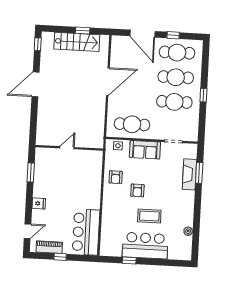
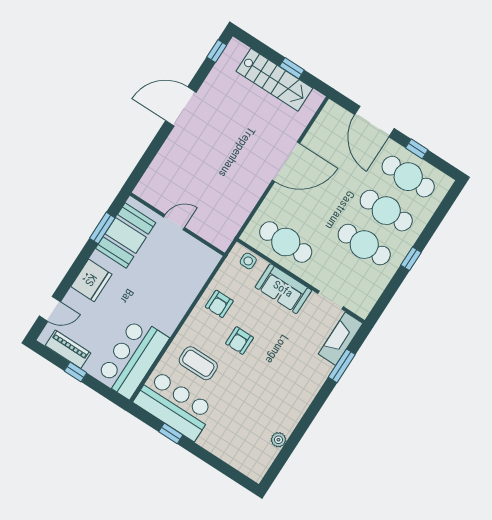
booth: (45, 169) -> (126, 235), added
fireplace: (189, 174) -> (340, 339), moved
fridge: (39, 203) -> (91, 280), width x1.88, depth x1.34
coffee table: (149, 216) -> (198, 363), moved
bar counter: (145, 246) -> (174, 405), moved

